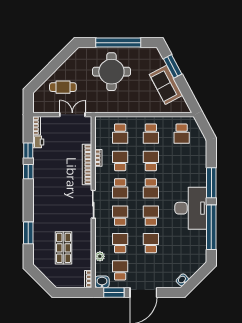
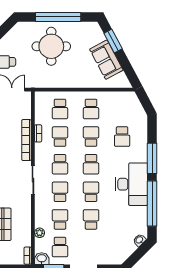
school desk: (182, 134) -> (122, 137), moved
school desk: (120, 270) -> (60, 247), turned 180
washbasin: (182, 280) -> (139, 240), moved

